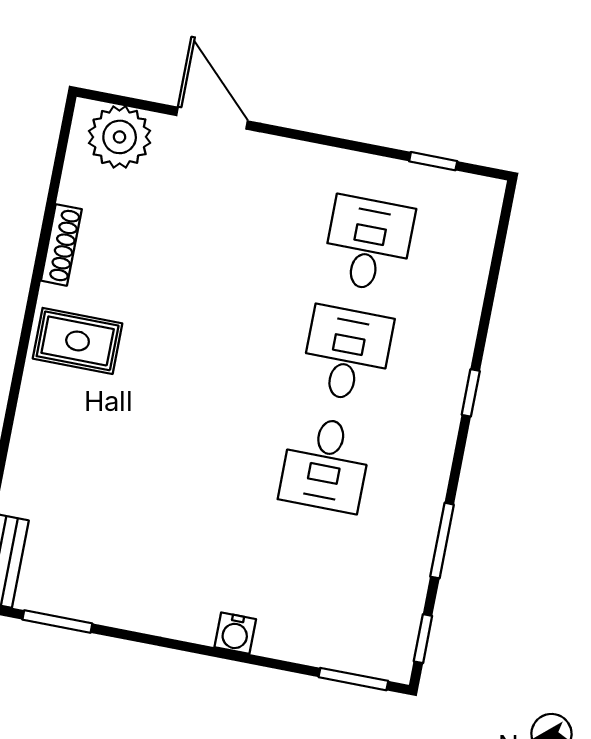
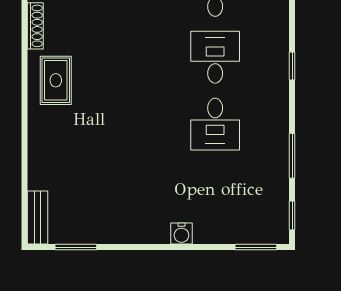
rug: (78, 341) -> (56, 80), turned 90

